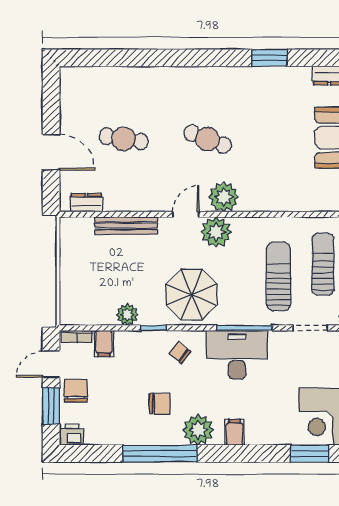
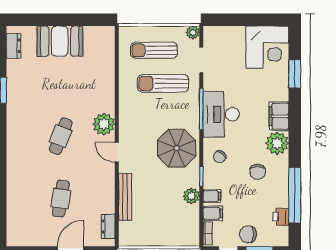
plant: (216, 232) -> (130, 130), removed
filing cabinet: (127, 342) -> (212, 196), added
chair: (160, 404) -> (258, 172), turned 180
filing cabinet: (234, 432) -> (279, 116), width x2.00
printer: (72, 435) -> (281, 217), moved
window: (160, 454) -> (295, 195), moved
window: (309, 454) -> (295, 74), moved

